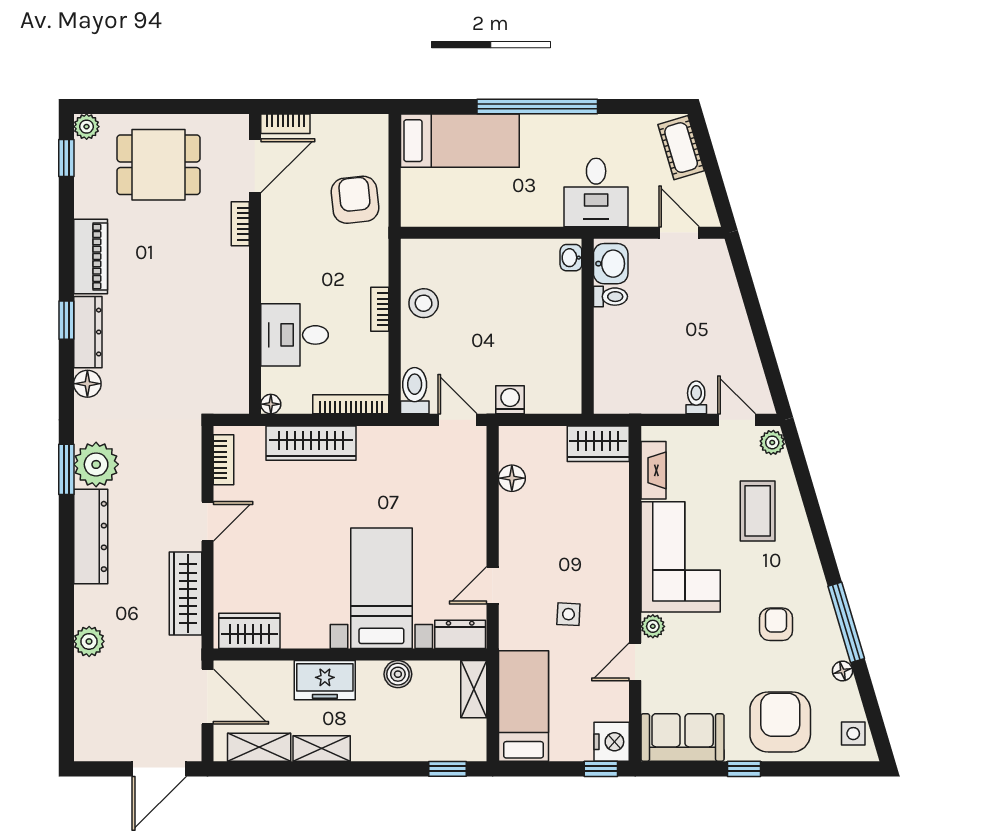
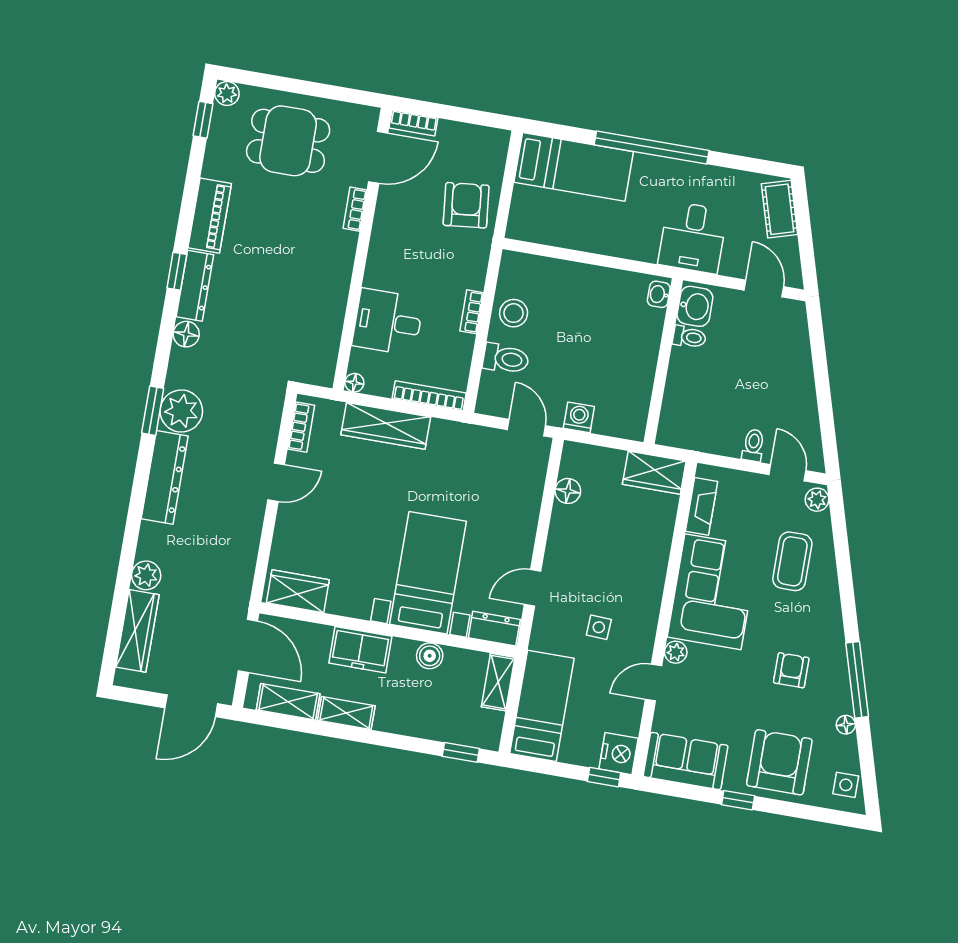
toilet: (415, 391) -> (506, 359), moved, turned 90
wardrobe: (185, 593) -> (137, 631), moved, turned 180

